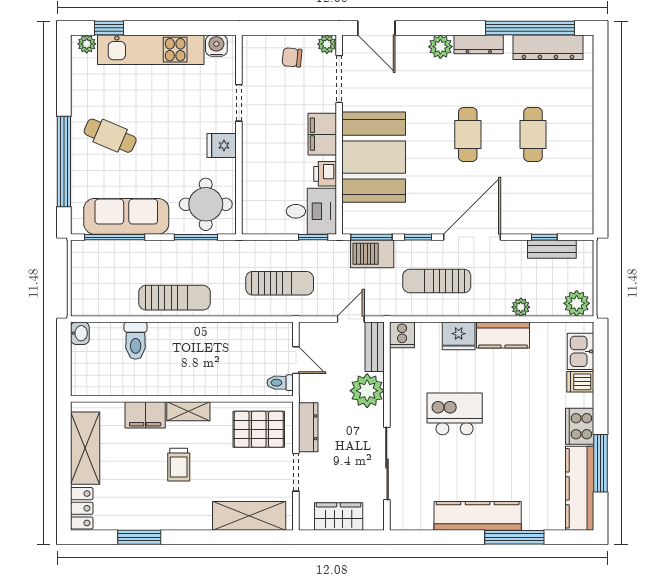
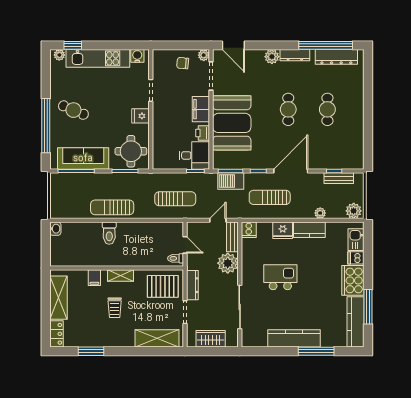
sun lounger: (174, 298) -> (112, 207), turned 180
toilet: (136, 341) -> (109, 233), moved
filing cabinet: (145, 415) -> (94, 278), width x0.50
cooker: (580, 426) -> (353, 280), width x1.37, depth x1.31

